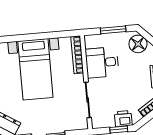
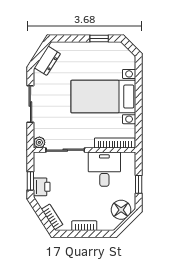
window: (113, 30) -> (139, 184), width x0.67
plant: (83, 124) -> (39, 142), added

